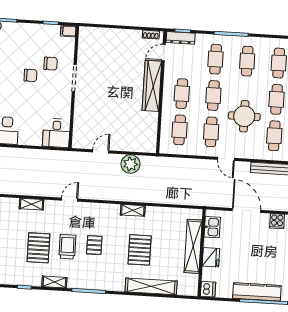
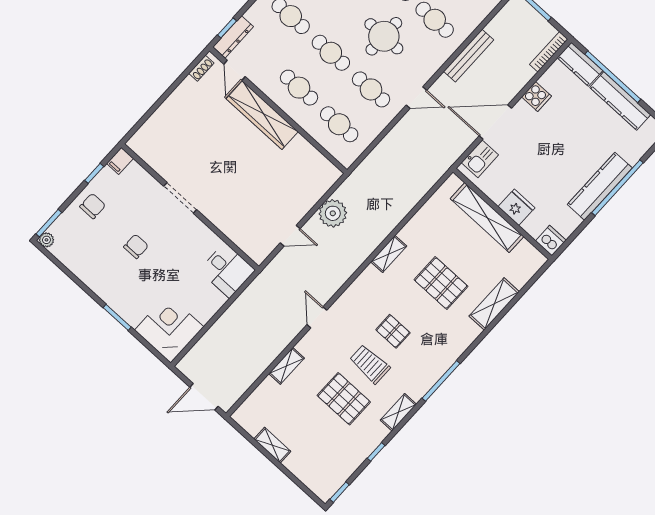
chair: (51, 64) -> (93, 206), moved
door: (101, 151) -> (290, 236), swing flipped
kitchen sink: (212, 227) -> (480, 159), moved, turned 90
shelving: (151, 286) -> (494, 304), width x0.68

